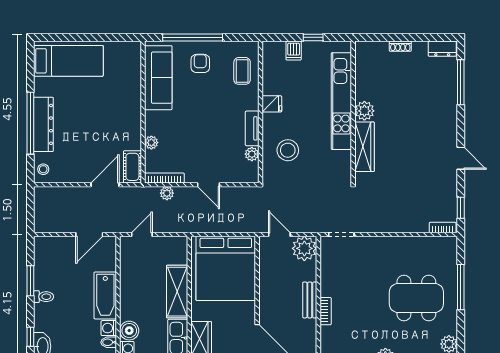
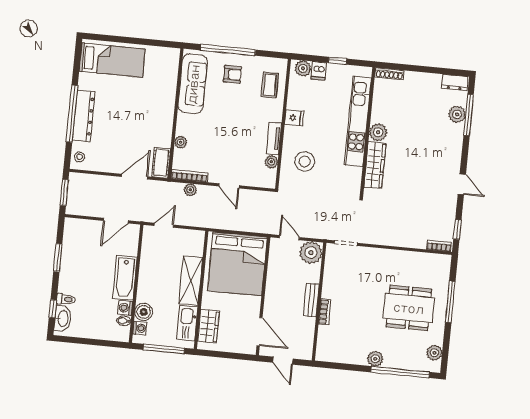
shoe rack: (400, 46) -> (389, 74), moved, width x1.43
plant: (276, 50) -> (303, 68), added
armchair: (200, 63) -> (232, 74), turned 90
plant: (448, 83) -> (457, 114), added
window: (30, 209) -> (64, 192), added
toilet: (44, 297) -> (66, 299), moved

